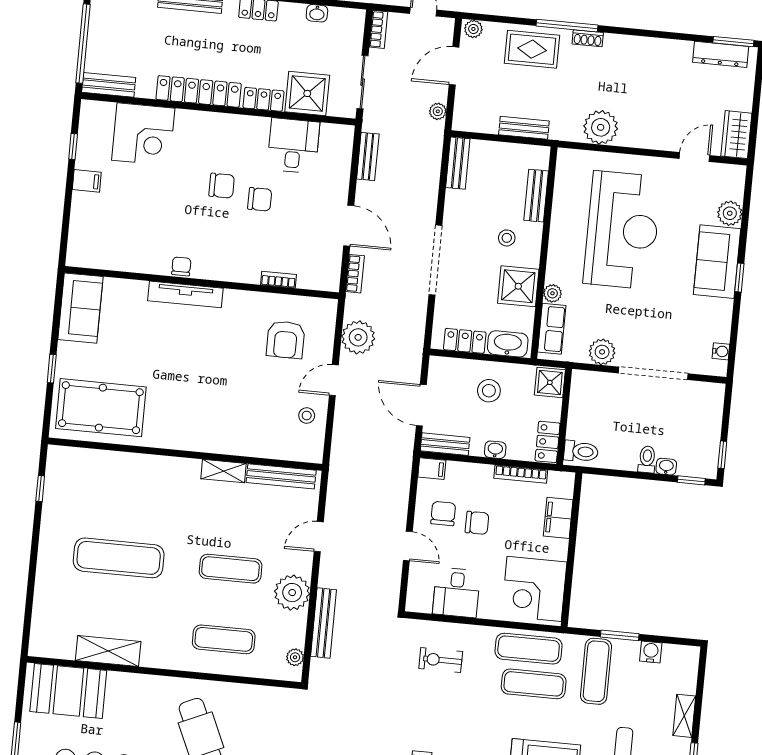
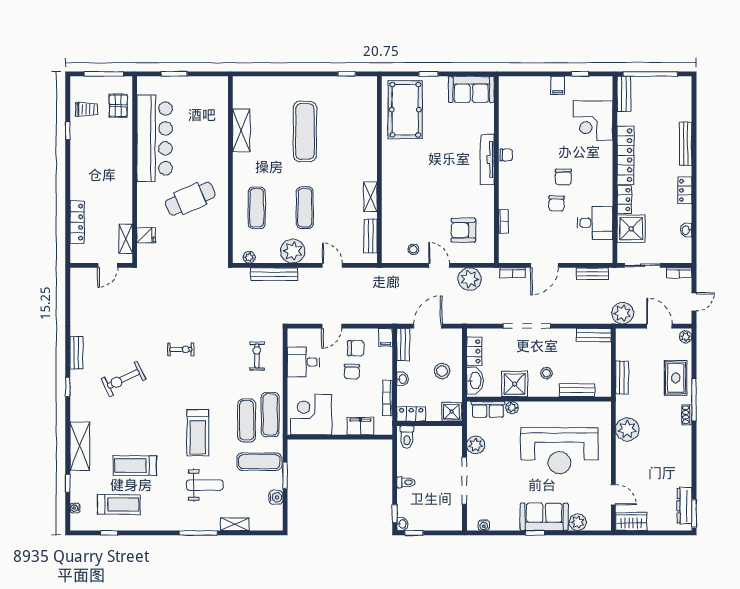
plant: (438, 111) -> (623, 313), width x1.88, depth x1.88
washbasin: (666, 467) -> (402, 524), moved
bench: (281, 476) -> (371, 236), width x0.73
booth: (68, 691) -> (212, 106), removed

